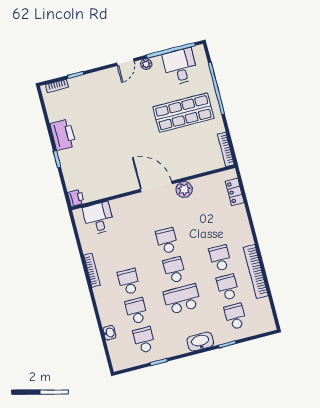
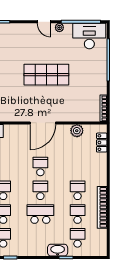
door: (125, 62) -> (44, 22), hinge flipped
desk: (180, 66) -> (89, 36), width x1.37
shop shelf: (183, 113) -> (46, 75), moved
door: (156, 187) -> (43, 123), swing flipped
plant: (184, 189) -> (77, 131), moved
washbasin: (200, 342) -> (58, 250), moved

